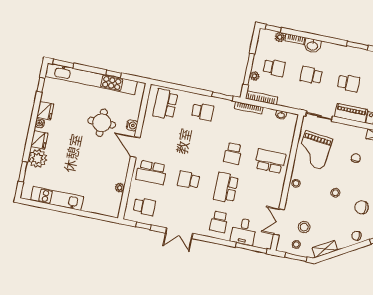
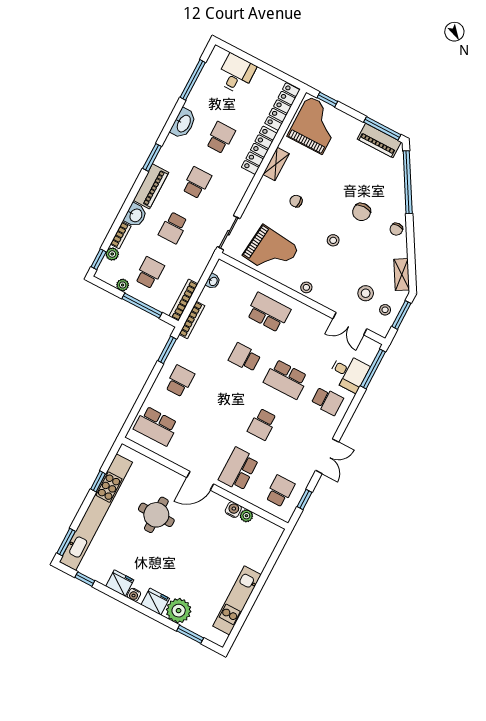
plant: (255, 76) -> (123, 285), moved
piano: (351, 113) -> (151, 186), moved, turned 180
water cooler: (132, 125) -> (233, 510), moved
school desk: (233, 154) -> (245, 358), turned 180
school desk: (270, 161) -> (268, 312), turned 90
school desk: (151, 172) -> (239, 469), turned 180

